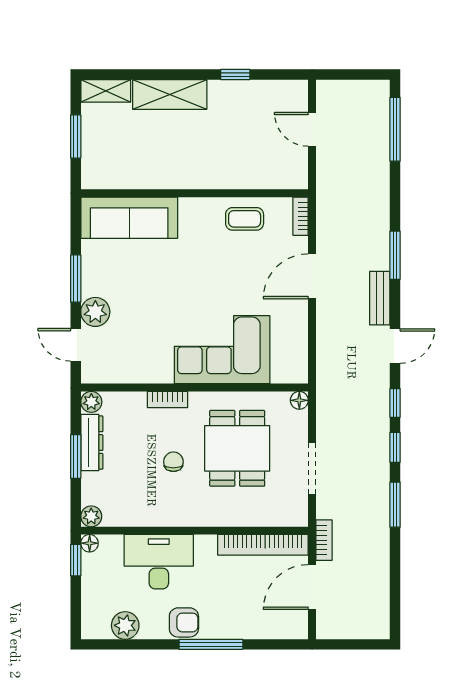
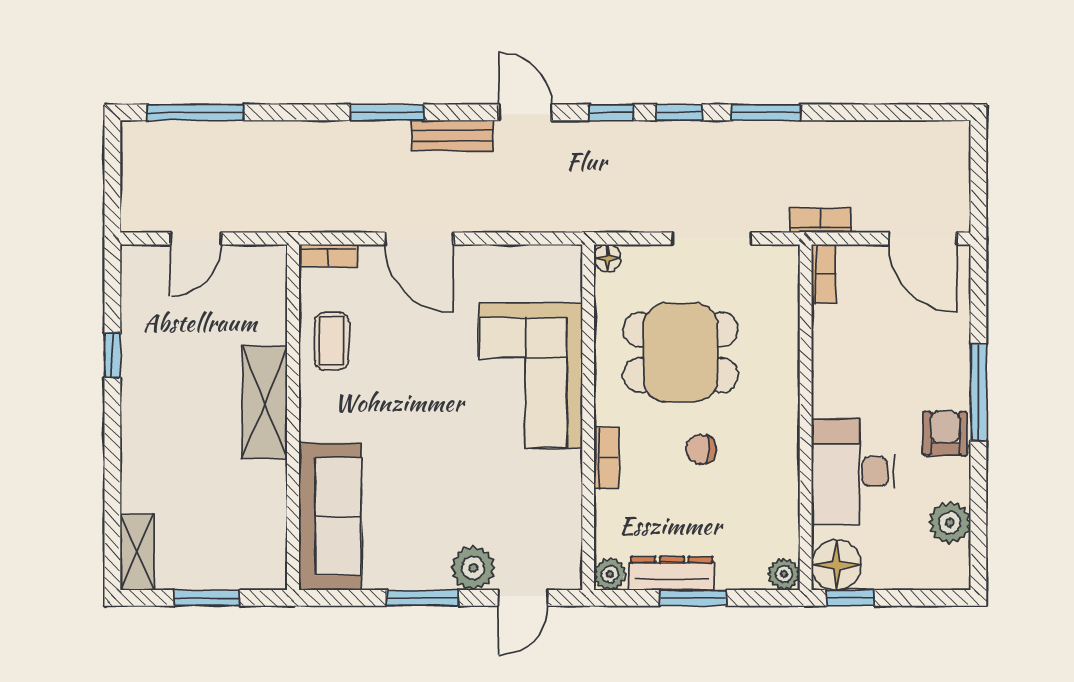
shelving: (170, 94) -> (265, 402), moved
floor lamp: (90, 543) -> (836, 565), width x1.89, depth x1.89
bookcase: (263, 545) -> (823, 274), width x0.43, depth x0.76
door: (312, 587) -> (923, 239), moved

